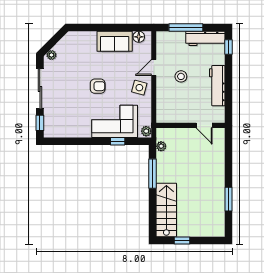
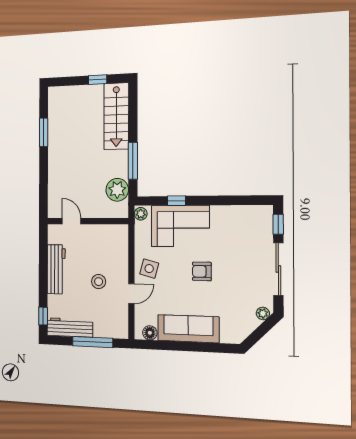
sofa: (115, 41) -> (188, 329), width x1.36
plant: (161, 146) -> (117, 190), width x1.88, depth x1.88

